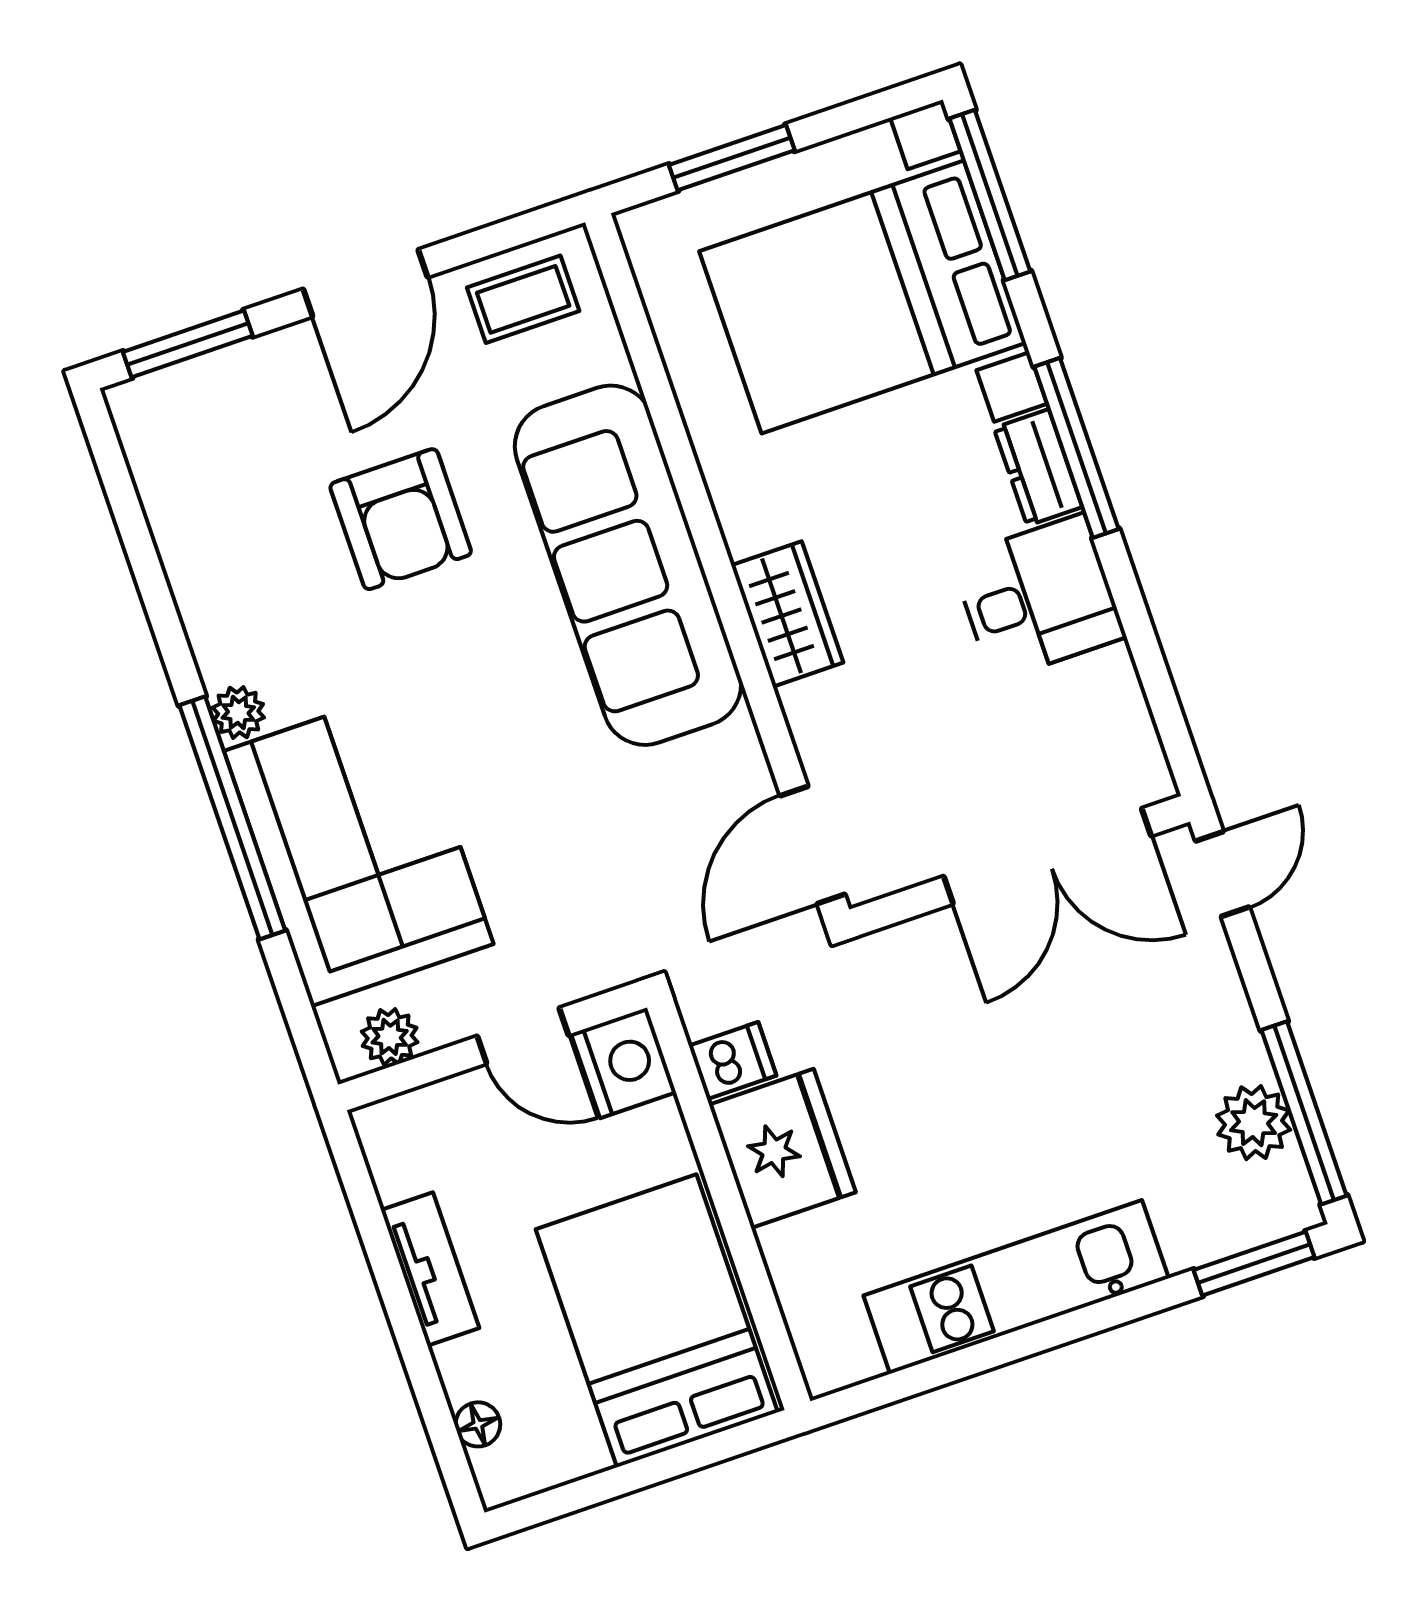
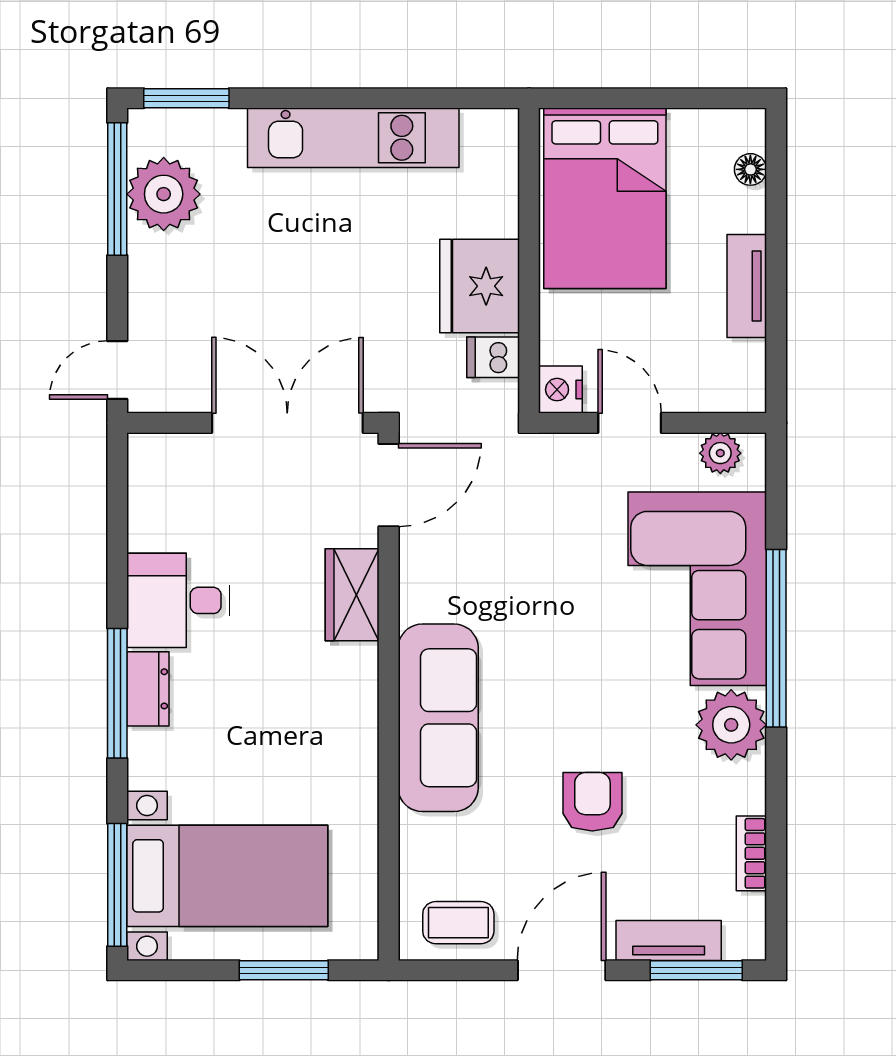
bed with nightstands: (863, 297) -> (227, 876), width x0.73
tv unit: (238, 371) -> (669, 941), added
armchair: (401, 519) -> (592, 802), width x0.72, depth x0.72
bookcase: (168, 523) -> (751, 853), added
sofa: (628, 565) -> (438, 718), width x0.74, depth x0.79
wardrobe: (787, 614) -> (352, 595), moved
plant: (238, 712) -> (731, 725), width x1.88, depth x1.88
double door: (1047, 856) -> (287, 423), moved
nightstand: (624, 1063) -> (560, 390), width x0.74, depth x0.75
plant: (1254, 1123) -> (164, 194), width x1.36, depth x1.36

